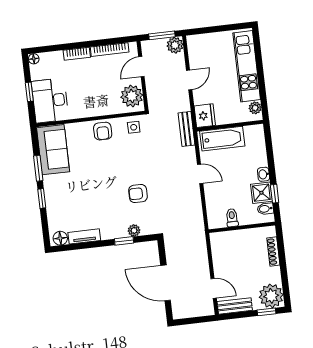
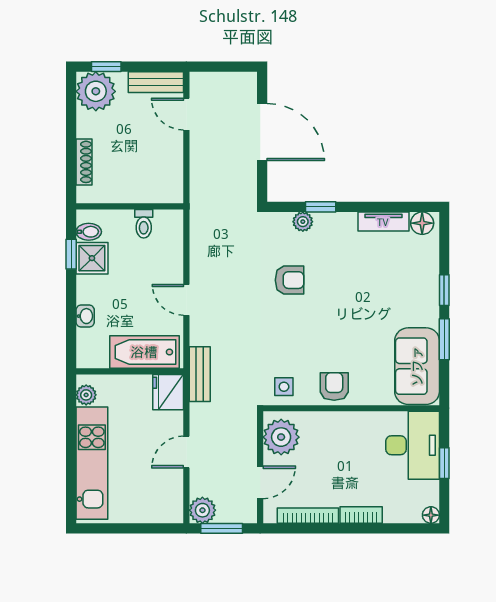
washbasin: (264, 174) -> (85, 316), moved

